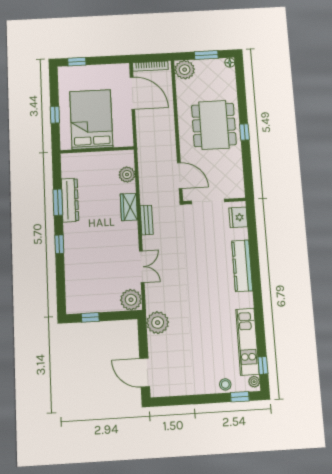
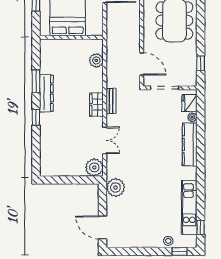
window: (244, 132) -> (201, 63), moved
dresser: (70, 200) -> (46, 93), moved
wardrobe: (129, 207) -> (96, 105), moved
window: (90, 317) -> (60, 180), removed
plant: (254, 382) -> (192, 117), moved

